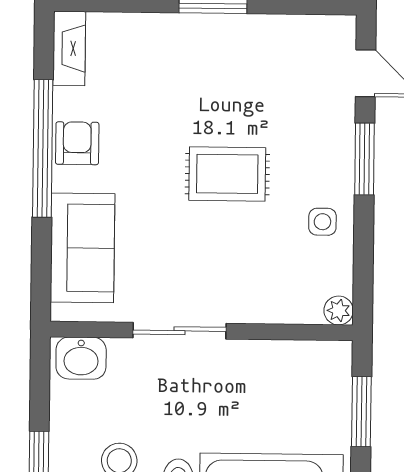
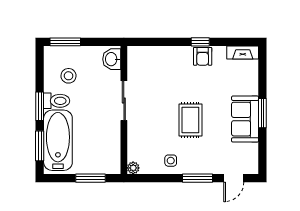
armchair: (77, 143) -> (203, 56), turned 90
window: (43, 148) -> (200, 42), width x0.32
sofa: (83, 248) -> (245, 119), moved, turned 90

